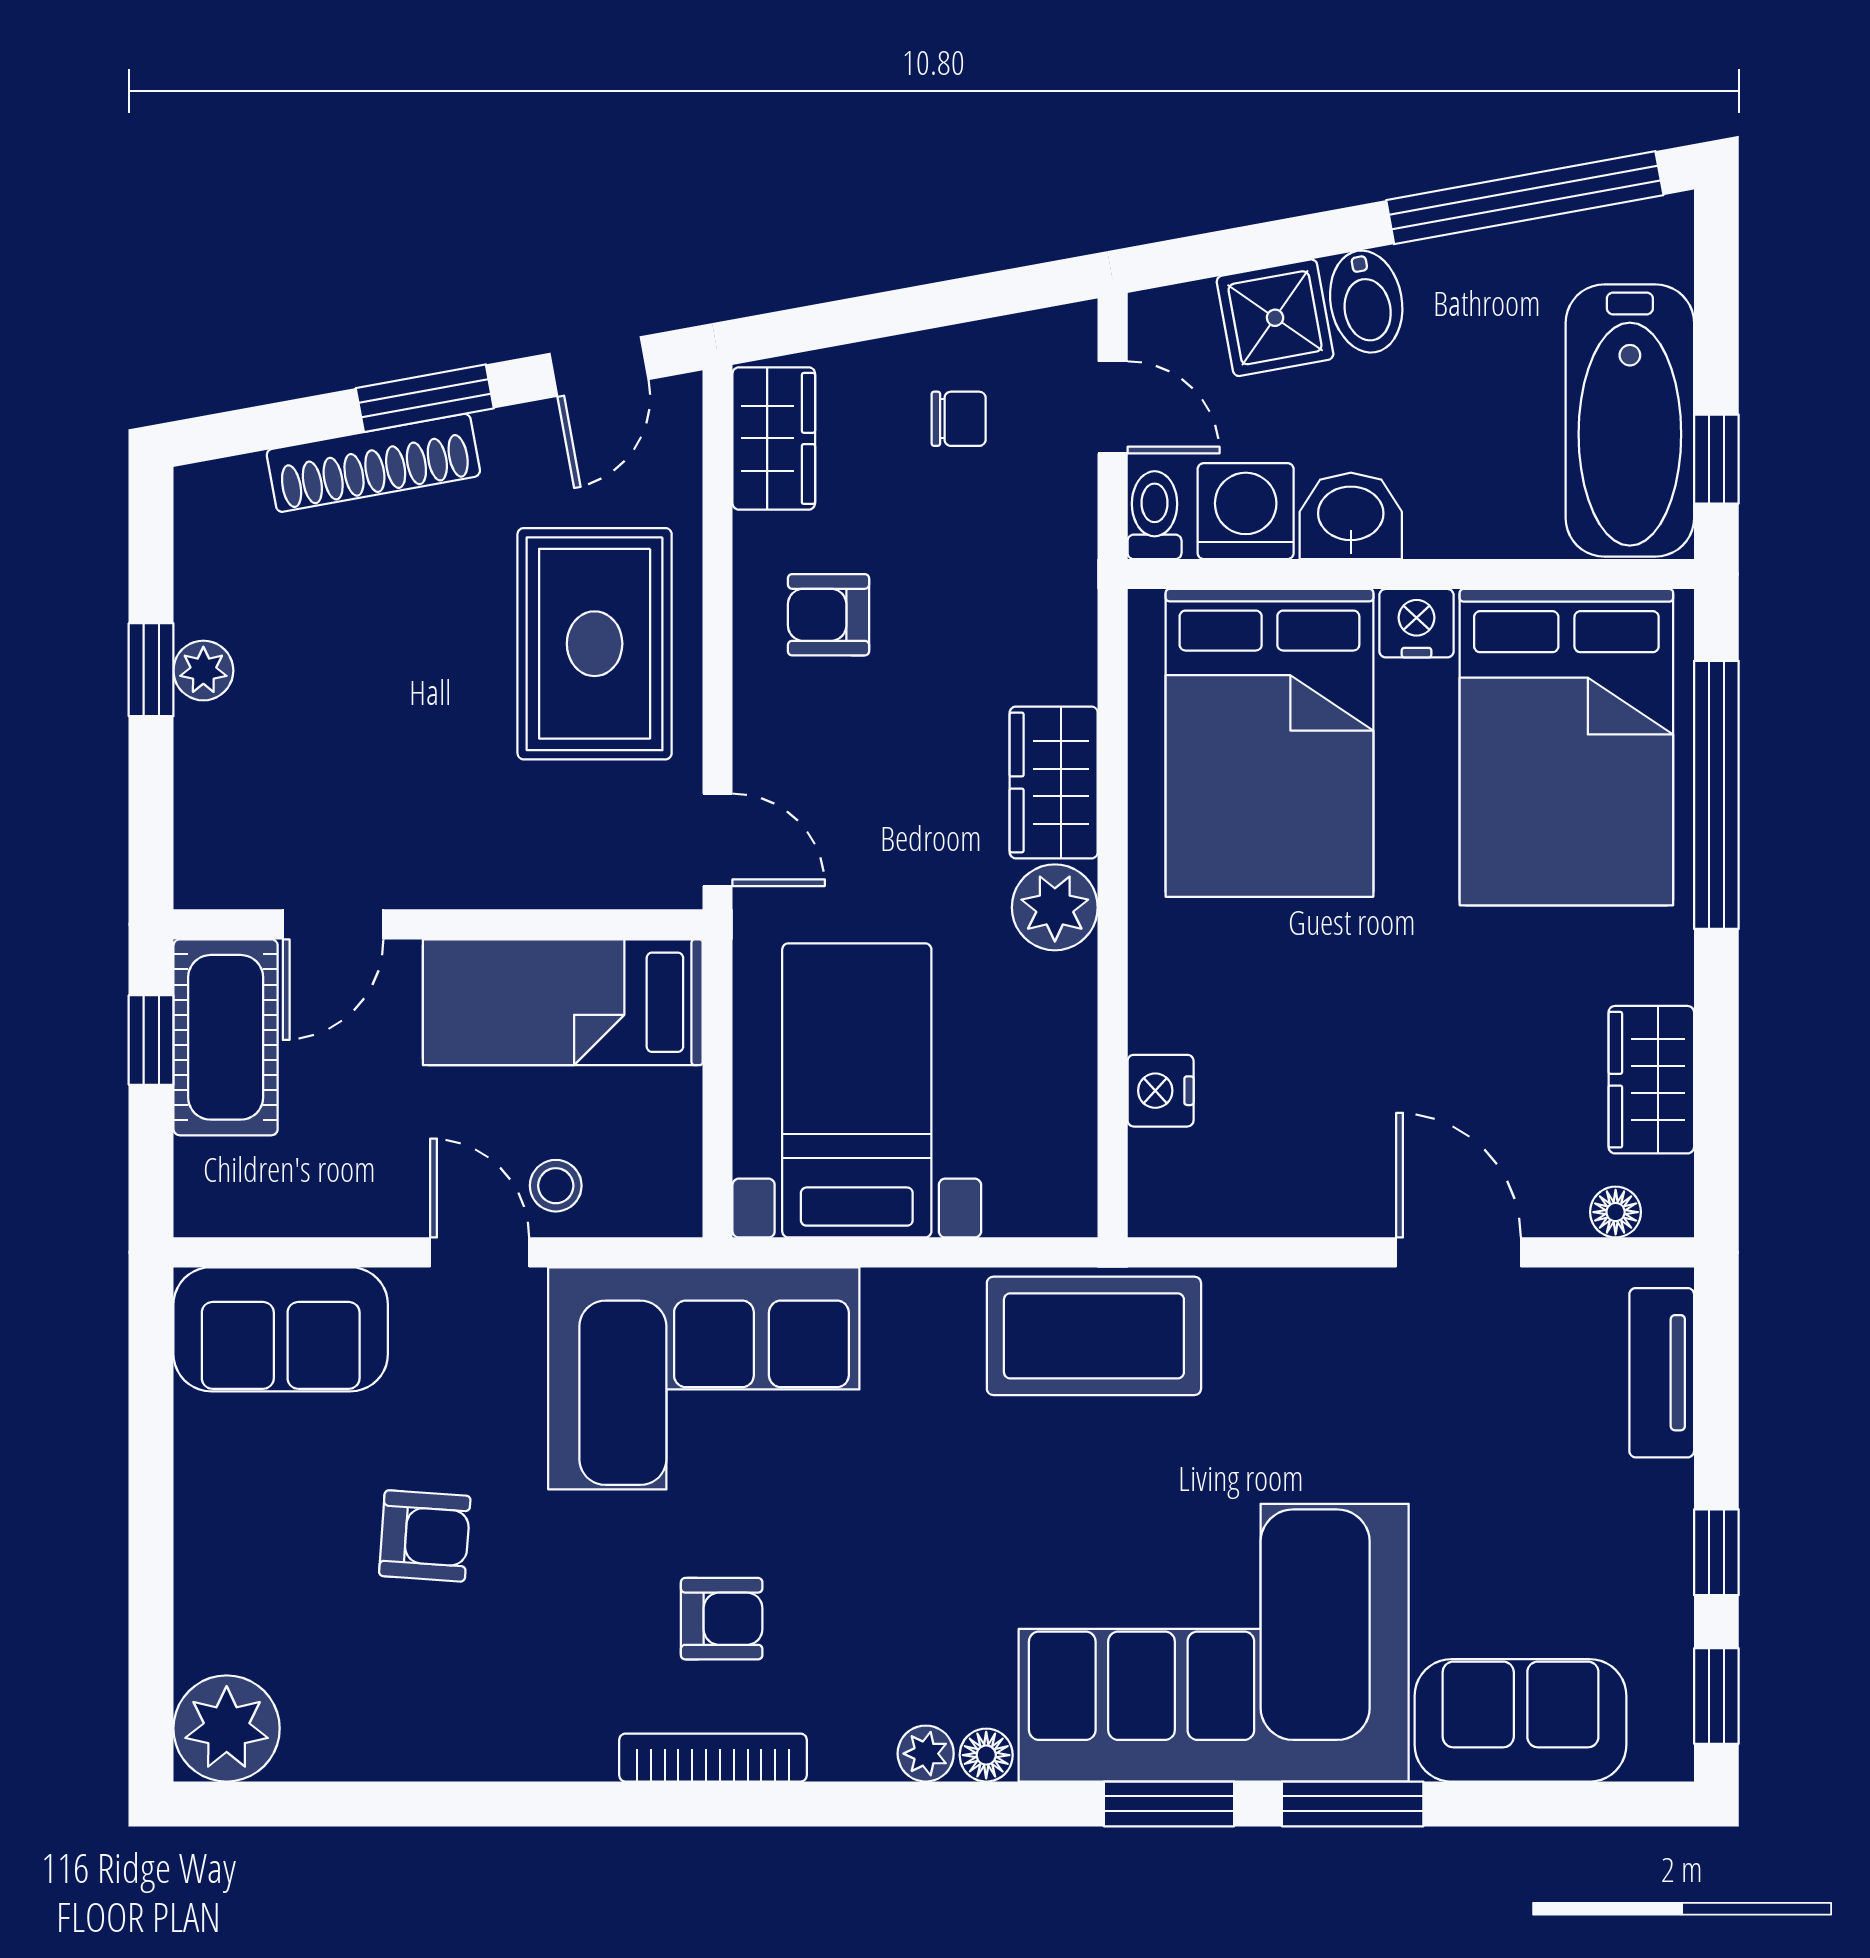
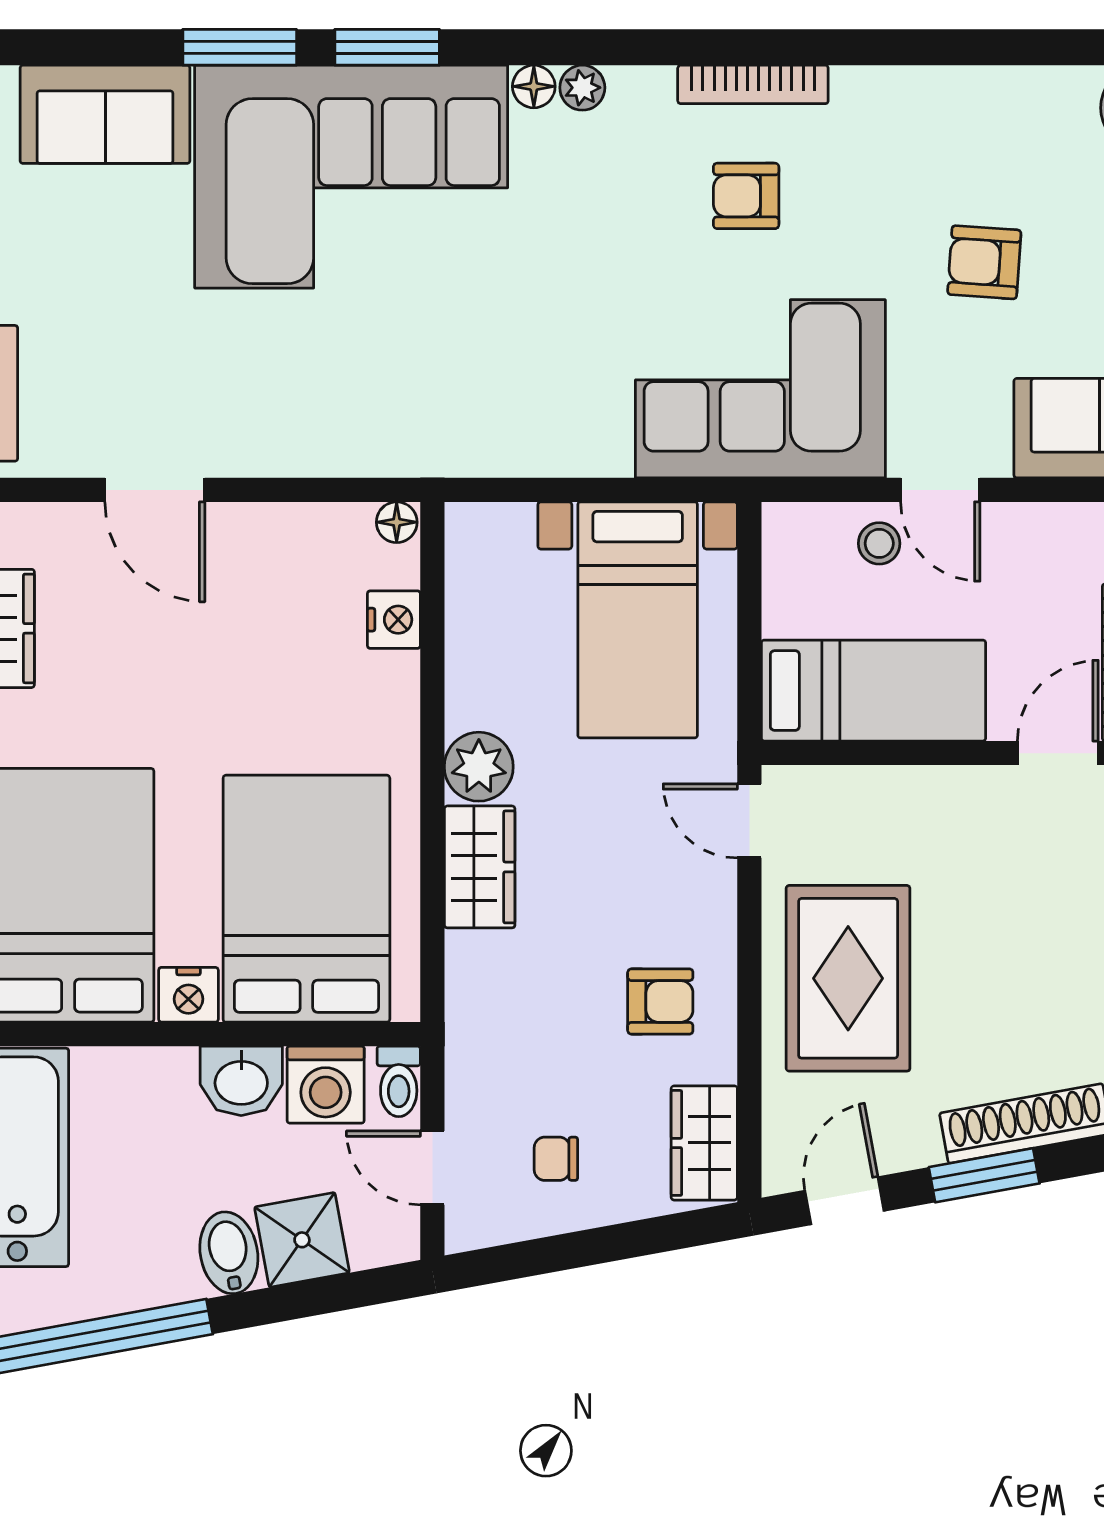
floor lamp: (1616, 1212) -> (397, 522), moved
coffee table: (1094, 1336) -> (447, 423), removed

